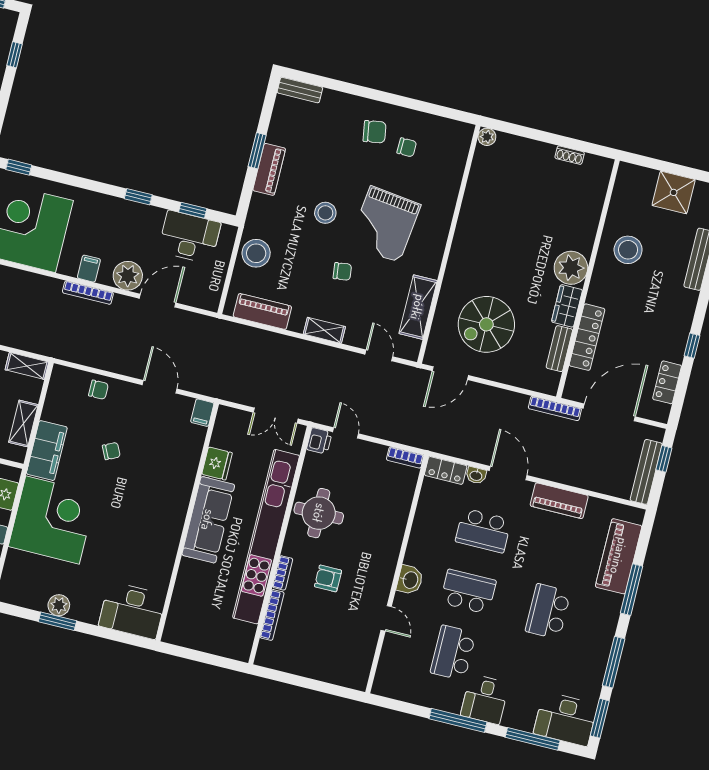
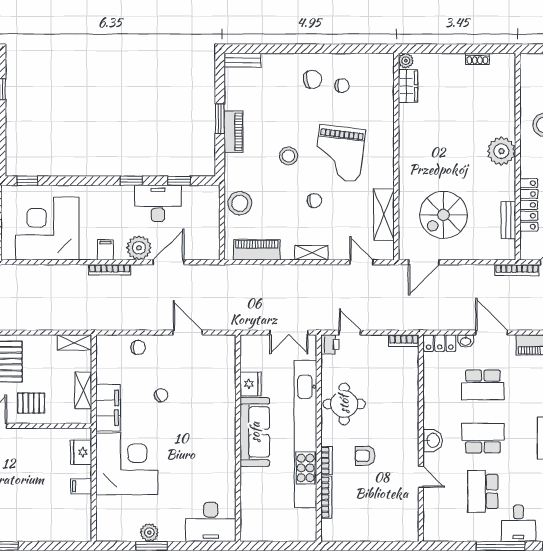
desk: (189, 237) -> (158, 203), moved
wardrobe: (567, 306) -> (408, 86), moved, turned 180
filing cabinet: (202, 413) -> (228, 345), removed

